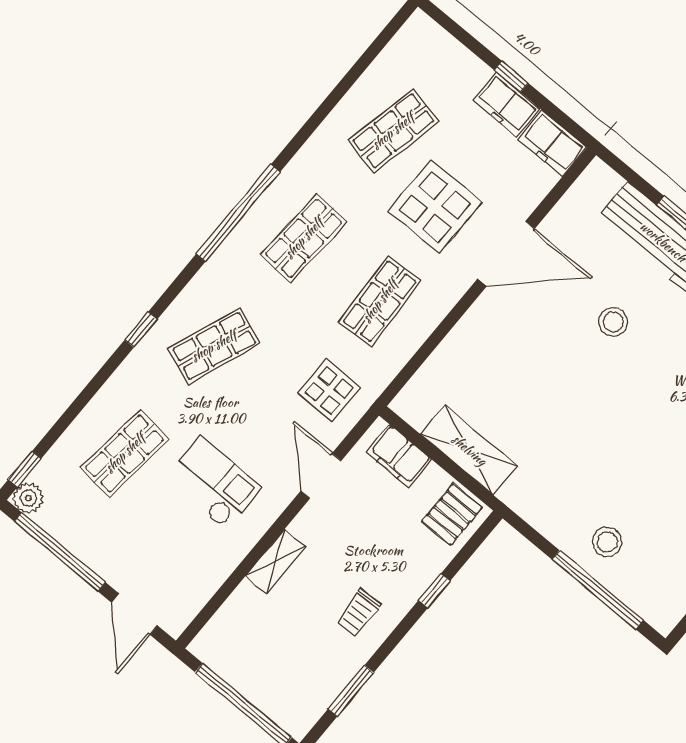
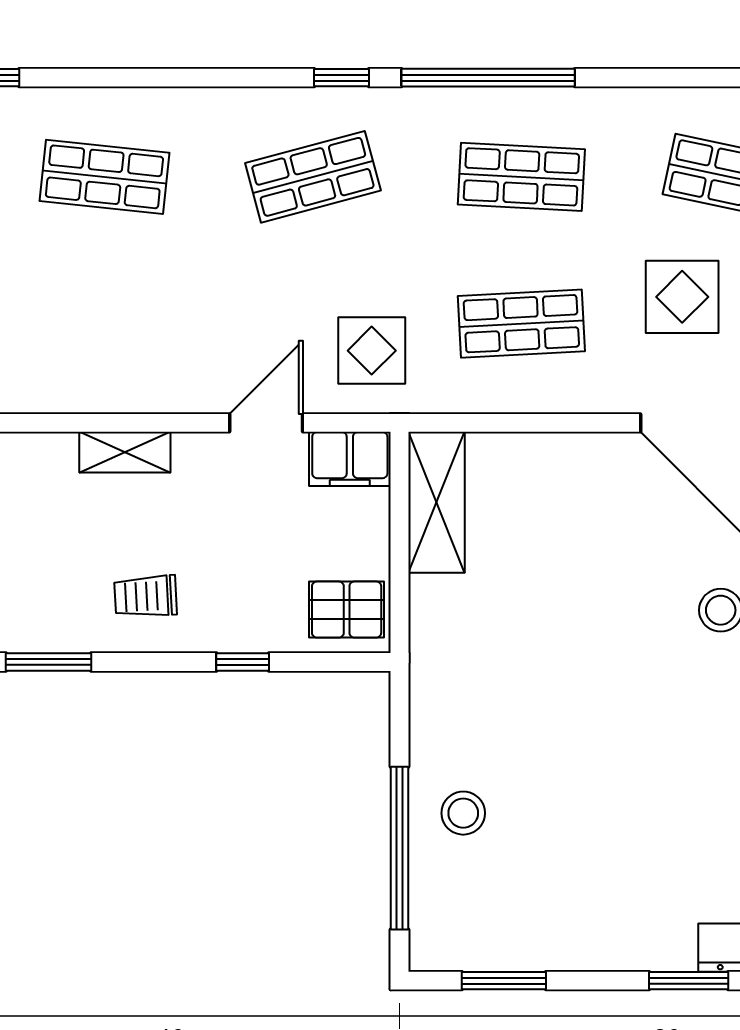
display table: (435, 207) -> (682, 297), width x0.73, depth x0.73
window: (141, 330) -> (342, 78), moved
shop shelf: (214, 346) -> (313, 177), turned -36
shelving: (469, 450) -> (436, 502), moved
filing cabinet: (399, 456) -> (350, 459), moved, turned -90
checkout: (213, 483) -> (155, 307), removed

